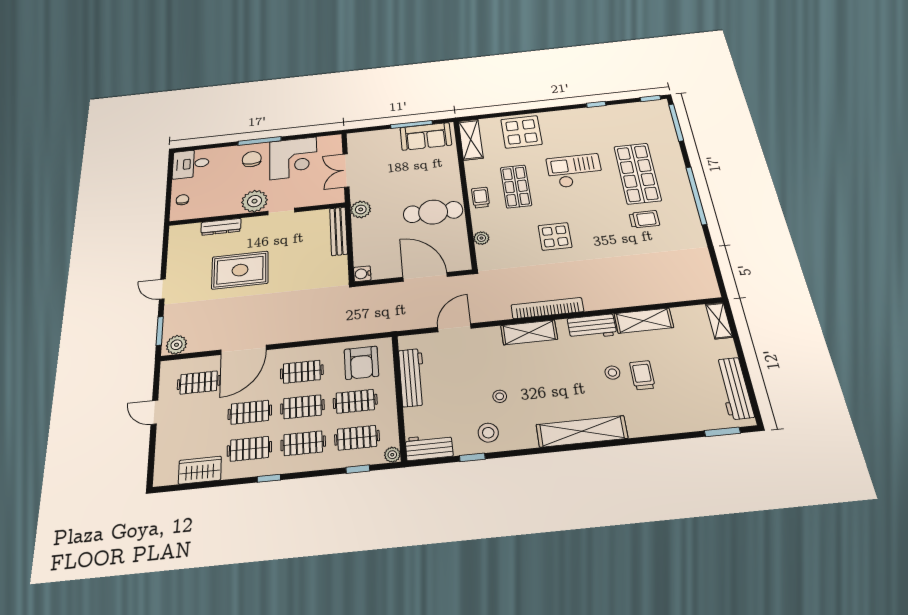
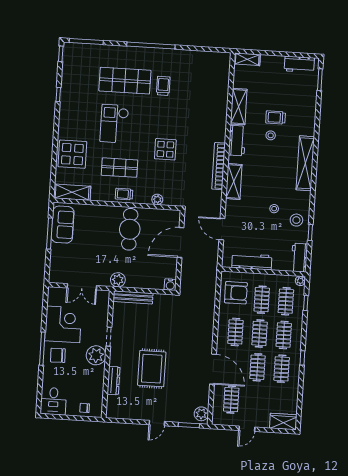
workbench: (734, 388) -> (299, 64), width x0.73
wardrobe: (200, 470) -> (283, 421), moved, turned 90

